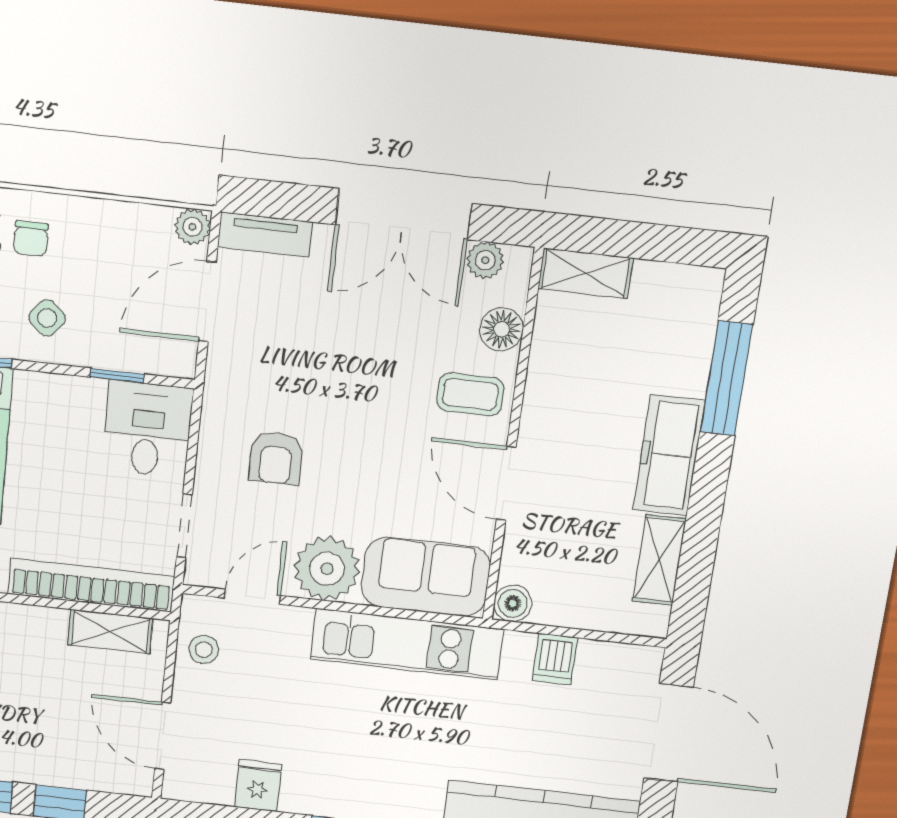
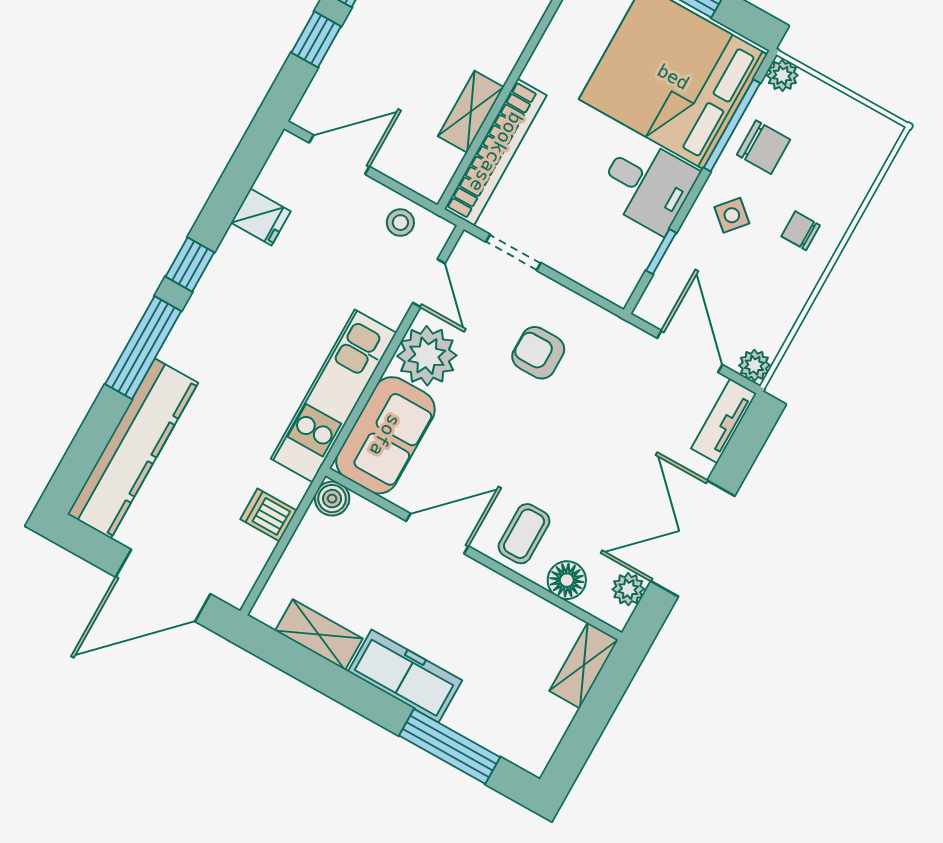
desk: (147, 429) -> (648, 185), moved
shelving: (110, 632) -> (471, 112), moved

